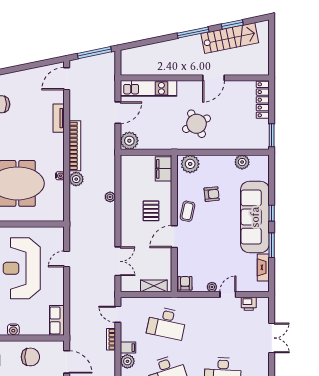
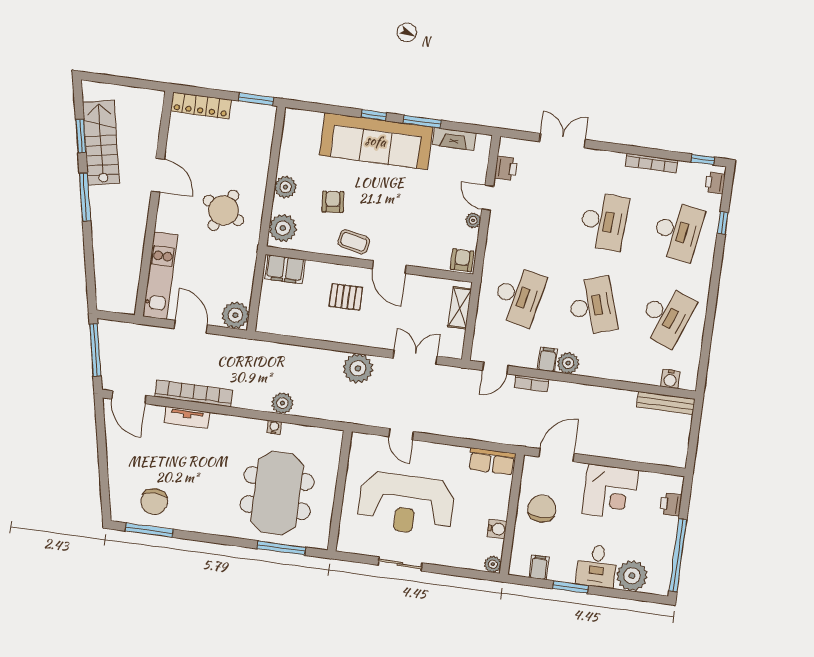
round table: (196, 124) -> (223, 210), turned -37
bookcase: (75, 146) -> (194, 393), moved
plant: (242, 162) -> (285, 187), moved
plant: (110, 197) -> (358, 368), moved, width x1.88, depth x1.88
armchair: (185, 283) -> (462, 260), turned 90

